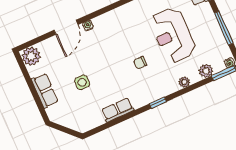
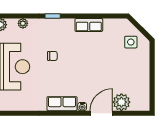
plant: (31, 56) -> (121, 102), moved
side table: (82, 82) -> (131, 42), moved
row of seats: (45, 91) -> (62, 104), moved, turned 90

